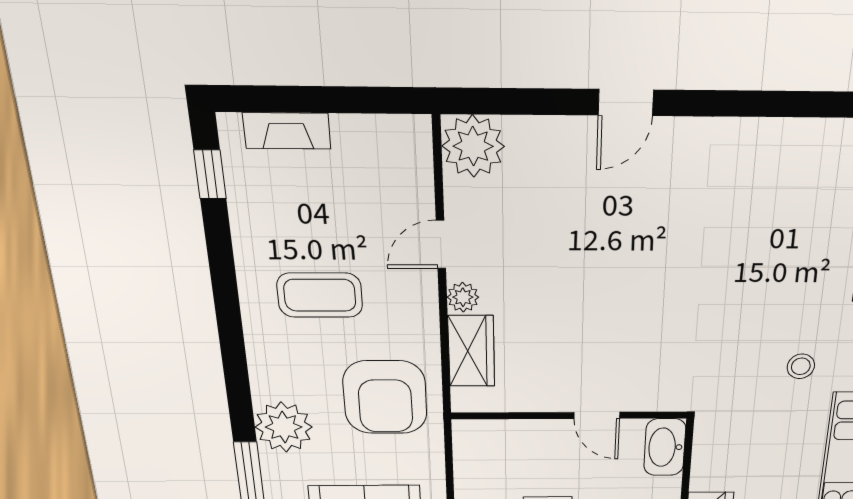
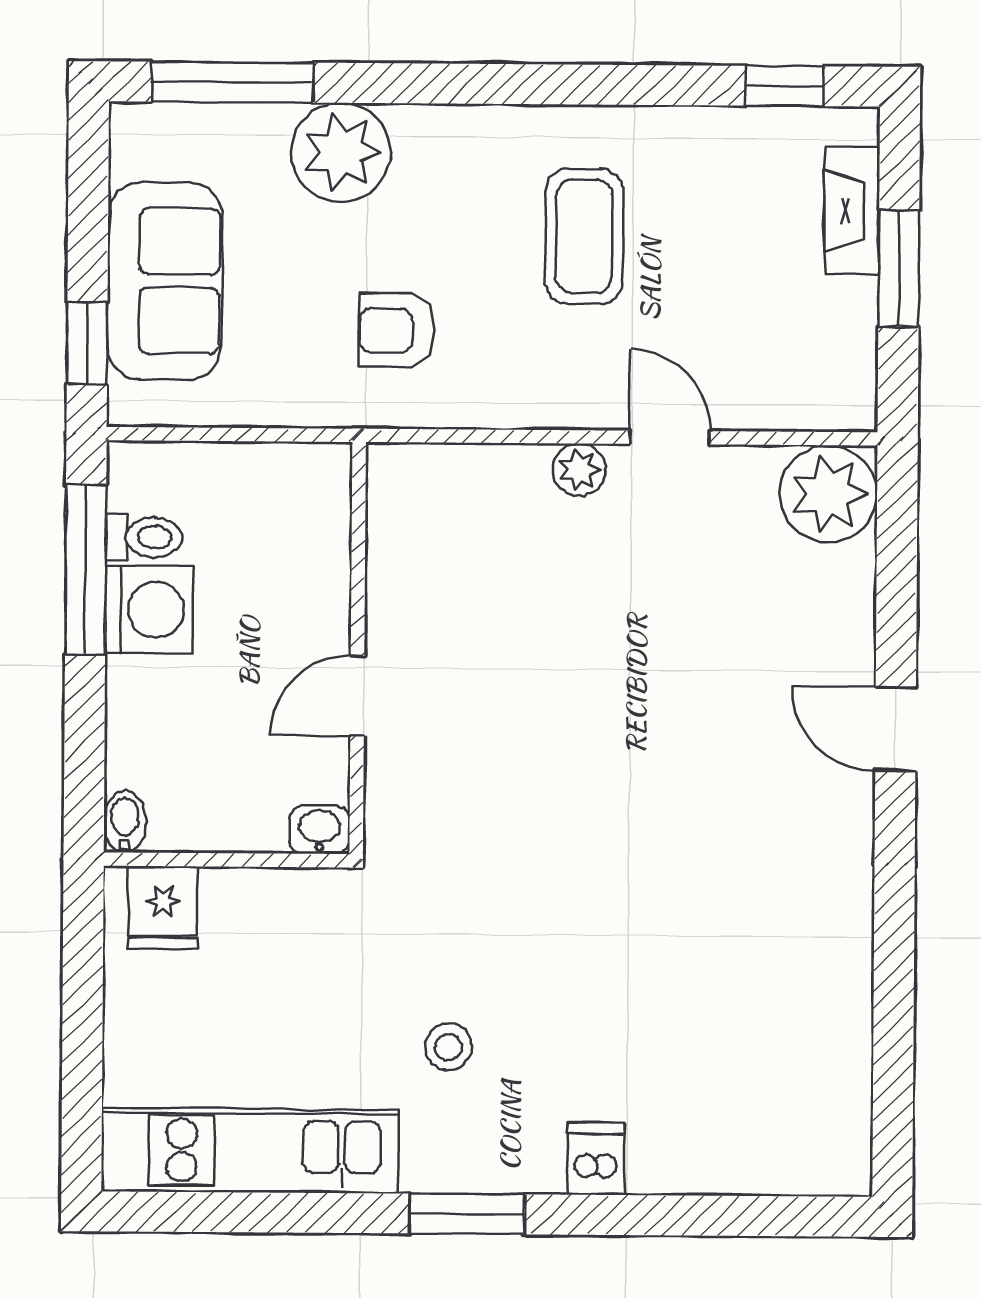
window: (322, 100) -> (899, 268), added
wardrobe: (471, 351) -> (482, 481), removed
armchair: (385, 397) -> (396, 330), width x0.53, depth x0.53
washbasin: (665, 447) -> (320, 830), width x0.52, depth x0.69

